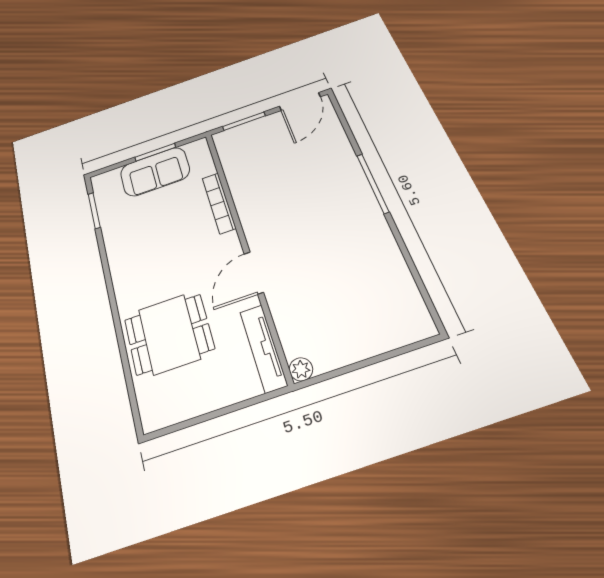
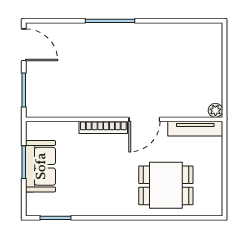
bookcase: (219, 203) -> (103, 127), moved
door: (254, 273) -> (144, 119), hinge flipped
dining table: (169, 334) -> (166, 185), turned 90

